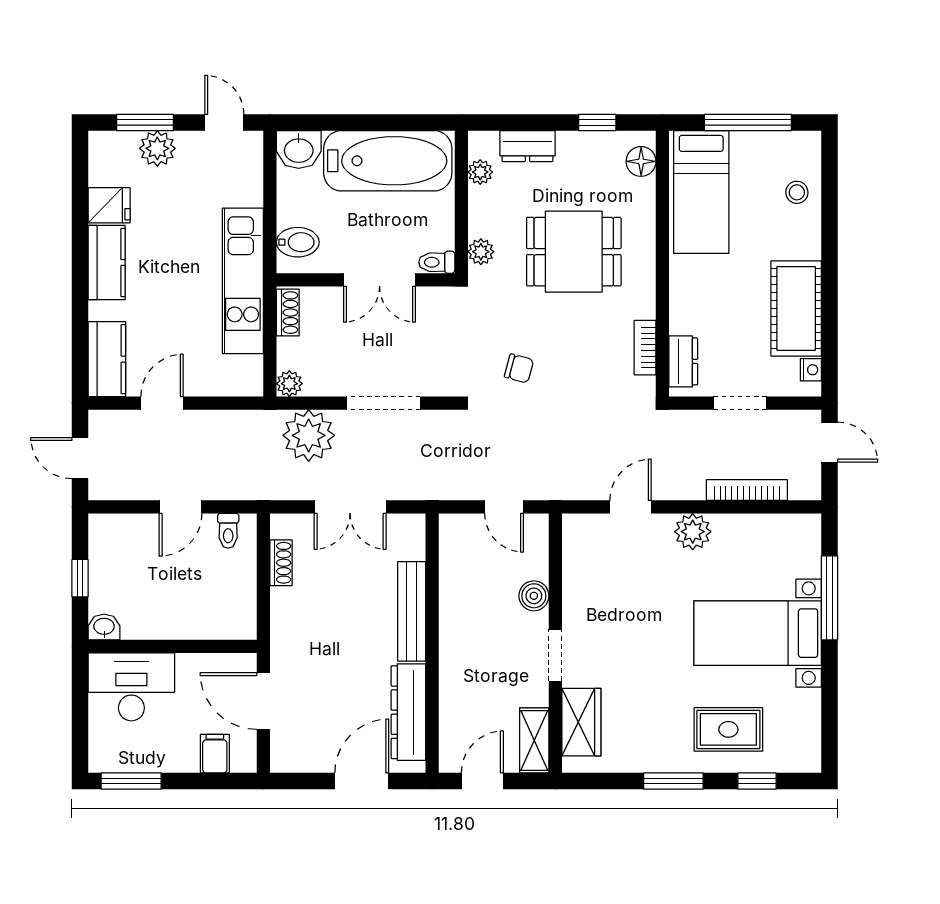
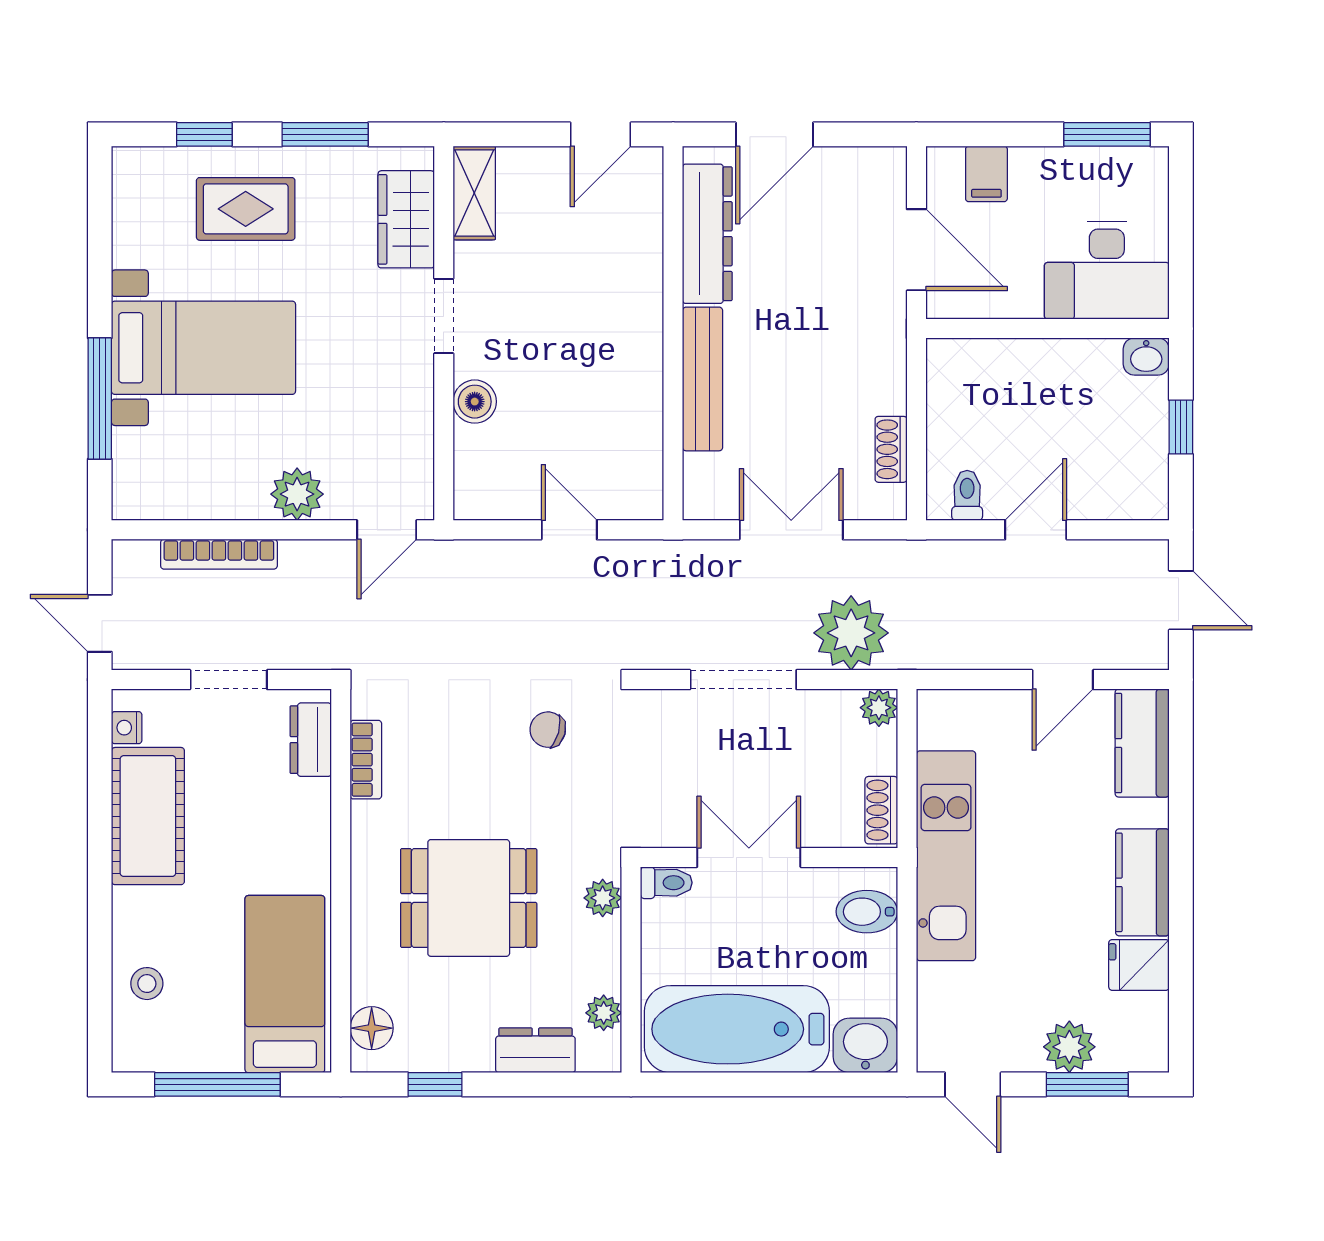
boiler: (534, 596) -> (475, 402), moved
wall: (555, 643) -> (444, 333), moved
doorway: (555, 655) -> (444, 316), moved
wardrobe: (581, 722) -> (406, 219), moved
shelving: (534, 740) -> (474, 193), moved

